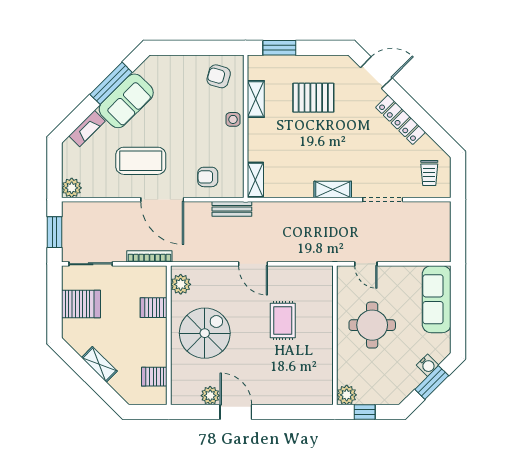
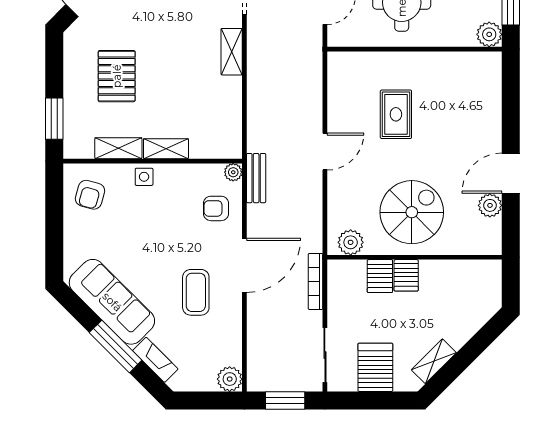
window: (111, 83) -> (116, 346), moved
sofa: (126, 101) -> (112, 302), width x1.36
coffee table: (141, 161) -> (196, 292), width x0.73, depth x0.76
armchair: (208, 177) -> (216, 208), turned 90
shelving: (255, 180) -> (166, 149), moved
plant: (237, 191) -> (233, 172), added
rug: (283, 320) -> (396, 114), turned 90
spiral stairs: (205, 333) -> (412, 212), turned 90
shelving: (99, 364) -> (434, 361), moved
server rack: (154, 377) -> (406, 275), moved

